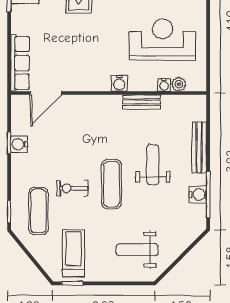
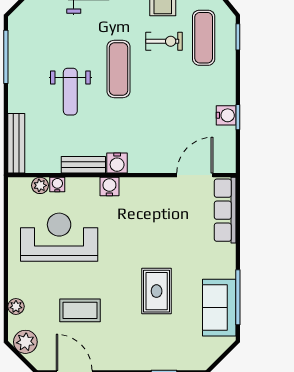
reception desk: (162, 40) -> (59, 237), turned 180
bench: (199, 147) -> (16, 143), moved
exercise bike: (72, 188) -> (164, 41), moved
water cooler: (198, 195) -> (117, 163), moved, turned -90

